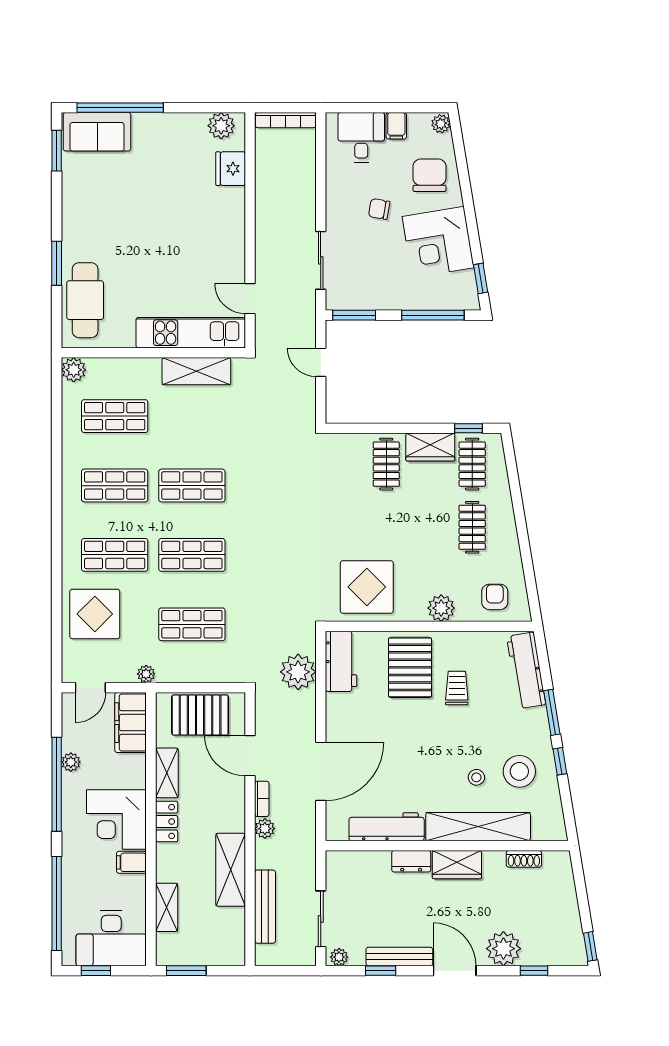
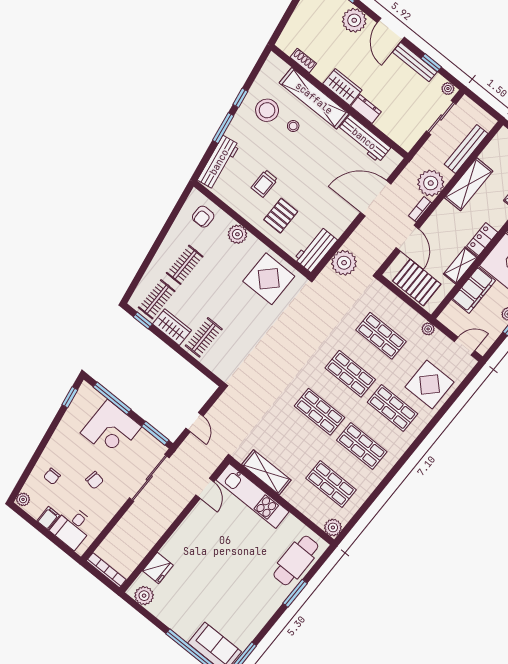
chair: (429, 175) -> (52, 476), width x0.54, depth x0.54
corner desk: (438, 242) -> (111, 430), moved, turned 99
sliding door: (321, 260) -> (149, 478), width x1.37
pallet: (410, 667) -> (281, 216), width x0.67, depth x0.71
filing cabinet: (131, 723) -> (474, 290), moved
plant: (265, 829) -> (431, 183), width x1.88, depth x1.88

